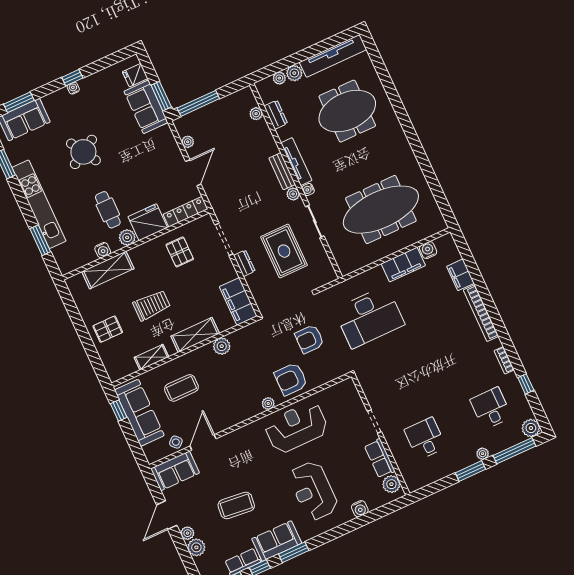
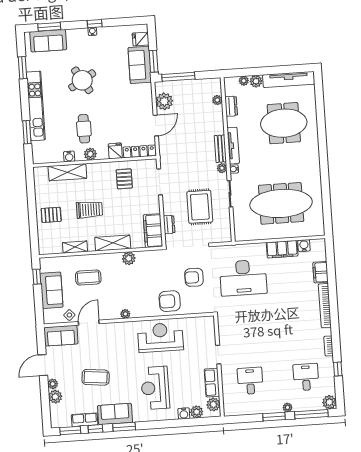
plant: (188, 142) -> (164, 101), width x1.88, depth x1.88
fridge: (148, 222) -> (115, 151), width x0.53, depth x0.75
dresser: (244, 263) -> (169, 225), moved
plant: (268, 404) -> (125, 314), moved
sofa: (139, 413) -> (52, 290), width x0.73
plant: (375, 501) -> (197, 412), added

